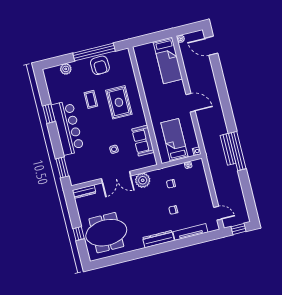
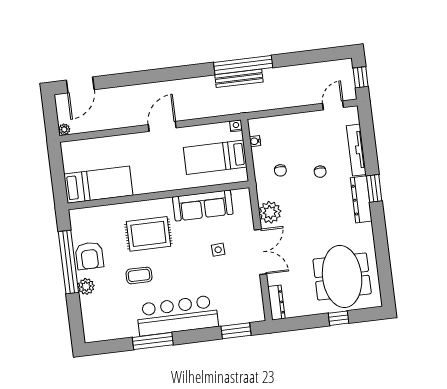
bed: (168, 60) -> (98, 185), moved
armchair: (100, 65) -> (89, 256), turned 93
plant: (66, 69) -> (86, 286), moved
window: (49, 114) -> (153, 341), width x1.44
sofa: (143, 141) -> (203, 205), width x1.36
window: (167, 247) -> (374, 188), added

